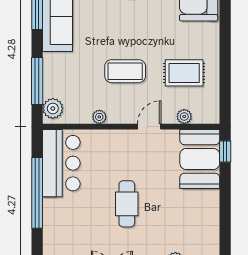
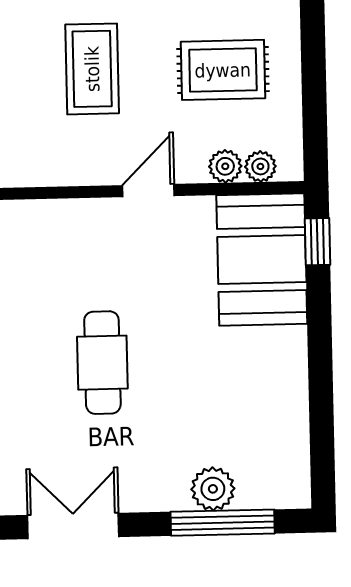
coffee table: (125, 71) -> (92, 69), turned 90
plant: (99, 117) -> (260, 166), moved

